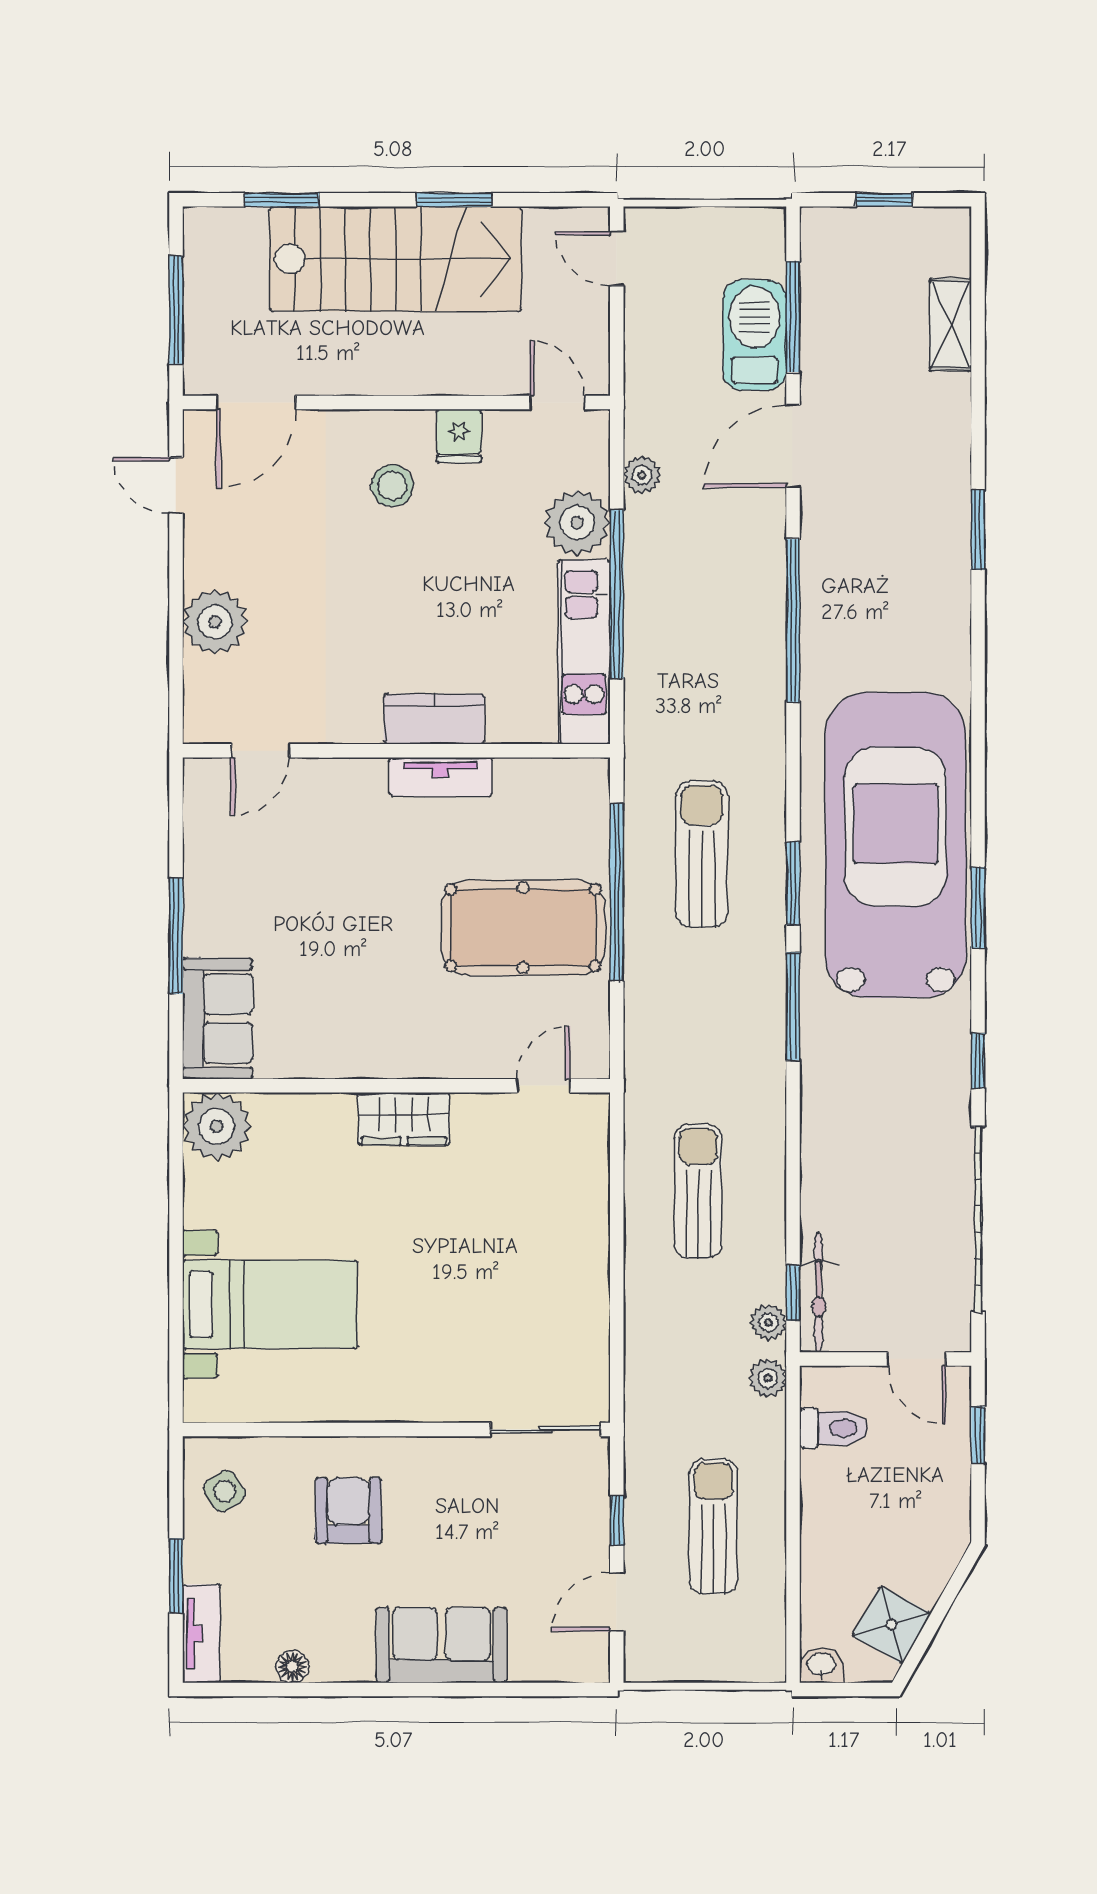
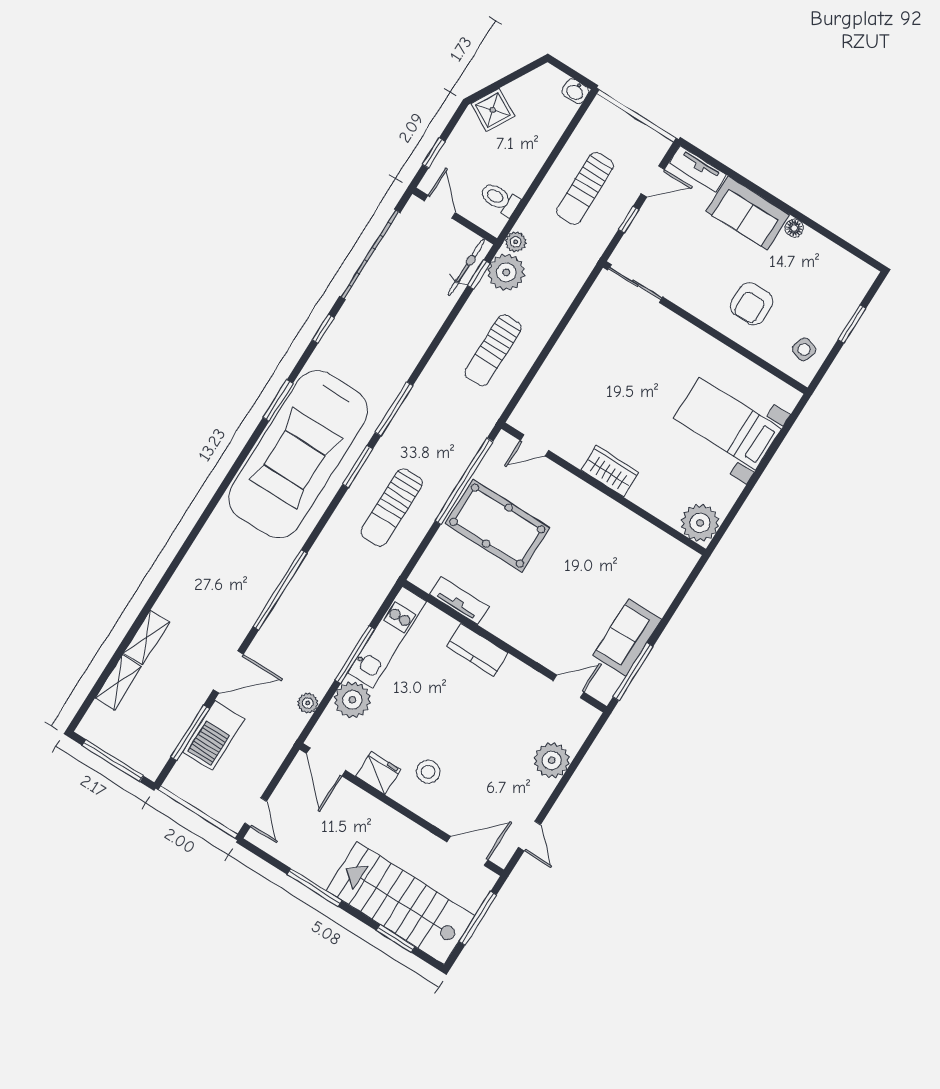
window: (454, 200) -> (315, 888), width x1.44
window: (884, 200) -> (113, 761), width x2.17
stairs: (395, 259) -> (400, 903), moved
door: (557, 403) -> (326, 762), width x1.38
shelving: (951, 420) -> (146, 637), added
fridge: (459, 436) -> (378, 773), width x1.38
window: (978, 530) -> (166, 578), removed
window: (617, 594) -> (355, 655), width x0.68
tv unit: (441, 777) -> (459, 601), moved
window: (617, 892) -> (464, 481), moved
window: (176, 936) -> (633, 672), moved
sofa: (218, 1018) -> (627, 638), moved
plant: (769, 1322) -> (506, 272), width x1.87, depth x1.87
side table: (224, 1491) -> (804, 349), turned -37
shower: (891, 1625) -> (493, 110), moved
tv unit: (201, 1634) -> (698, 169), moved, turned -90
floor lamp: (292, 1667) -> (794, 228), moved

